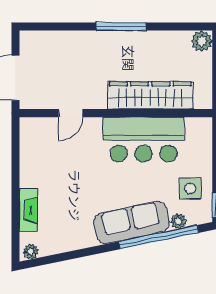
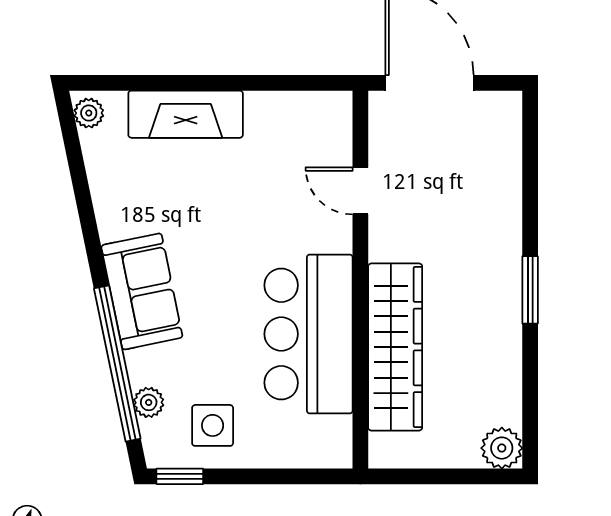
window: (121, 27) -> (530, 290), width x0.69
fireplace: (29, 210) -> (186, 114), width x1.37, depth x1.32
sofa: (131, 223) -> (142, 291), width x0.73

